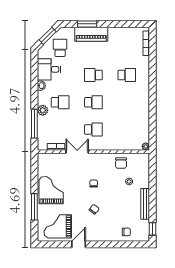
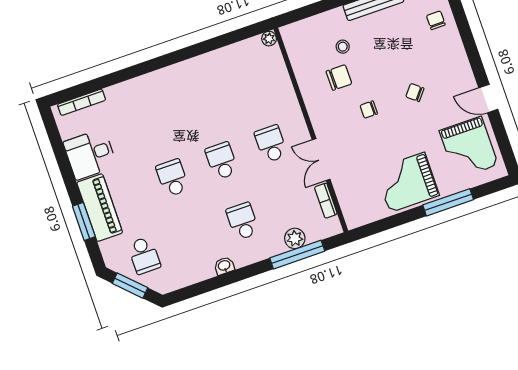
school desk: (60, 48) -> (144, 255), turned -90
desk: (49, 69) -> (90, 154), moved, turned 90
school desk: (93, 75) -> (172, 178), turned 180
school desk: (127, 75) -> (151, 118), removed
plant: (43, 110) -> (295, 238), moved
chair: (121, 163) -> (339, 78), moved

